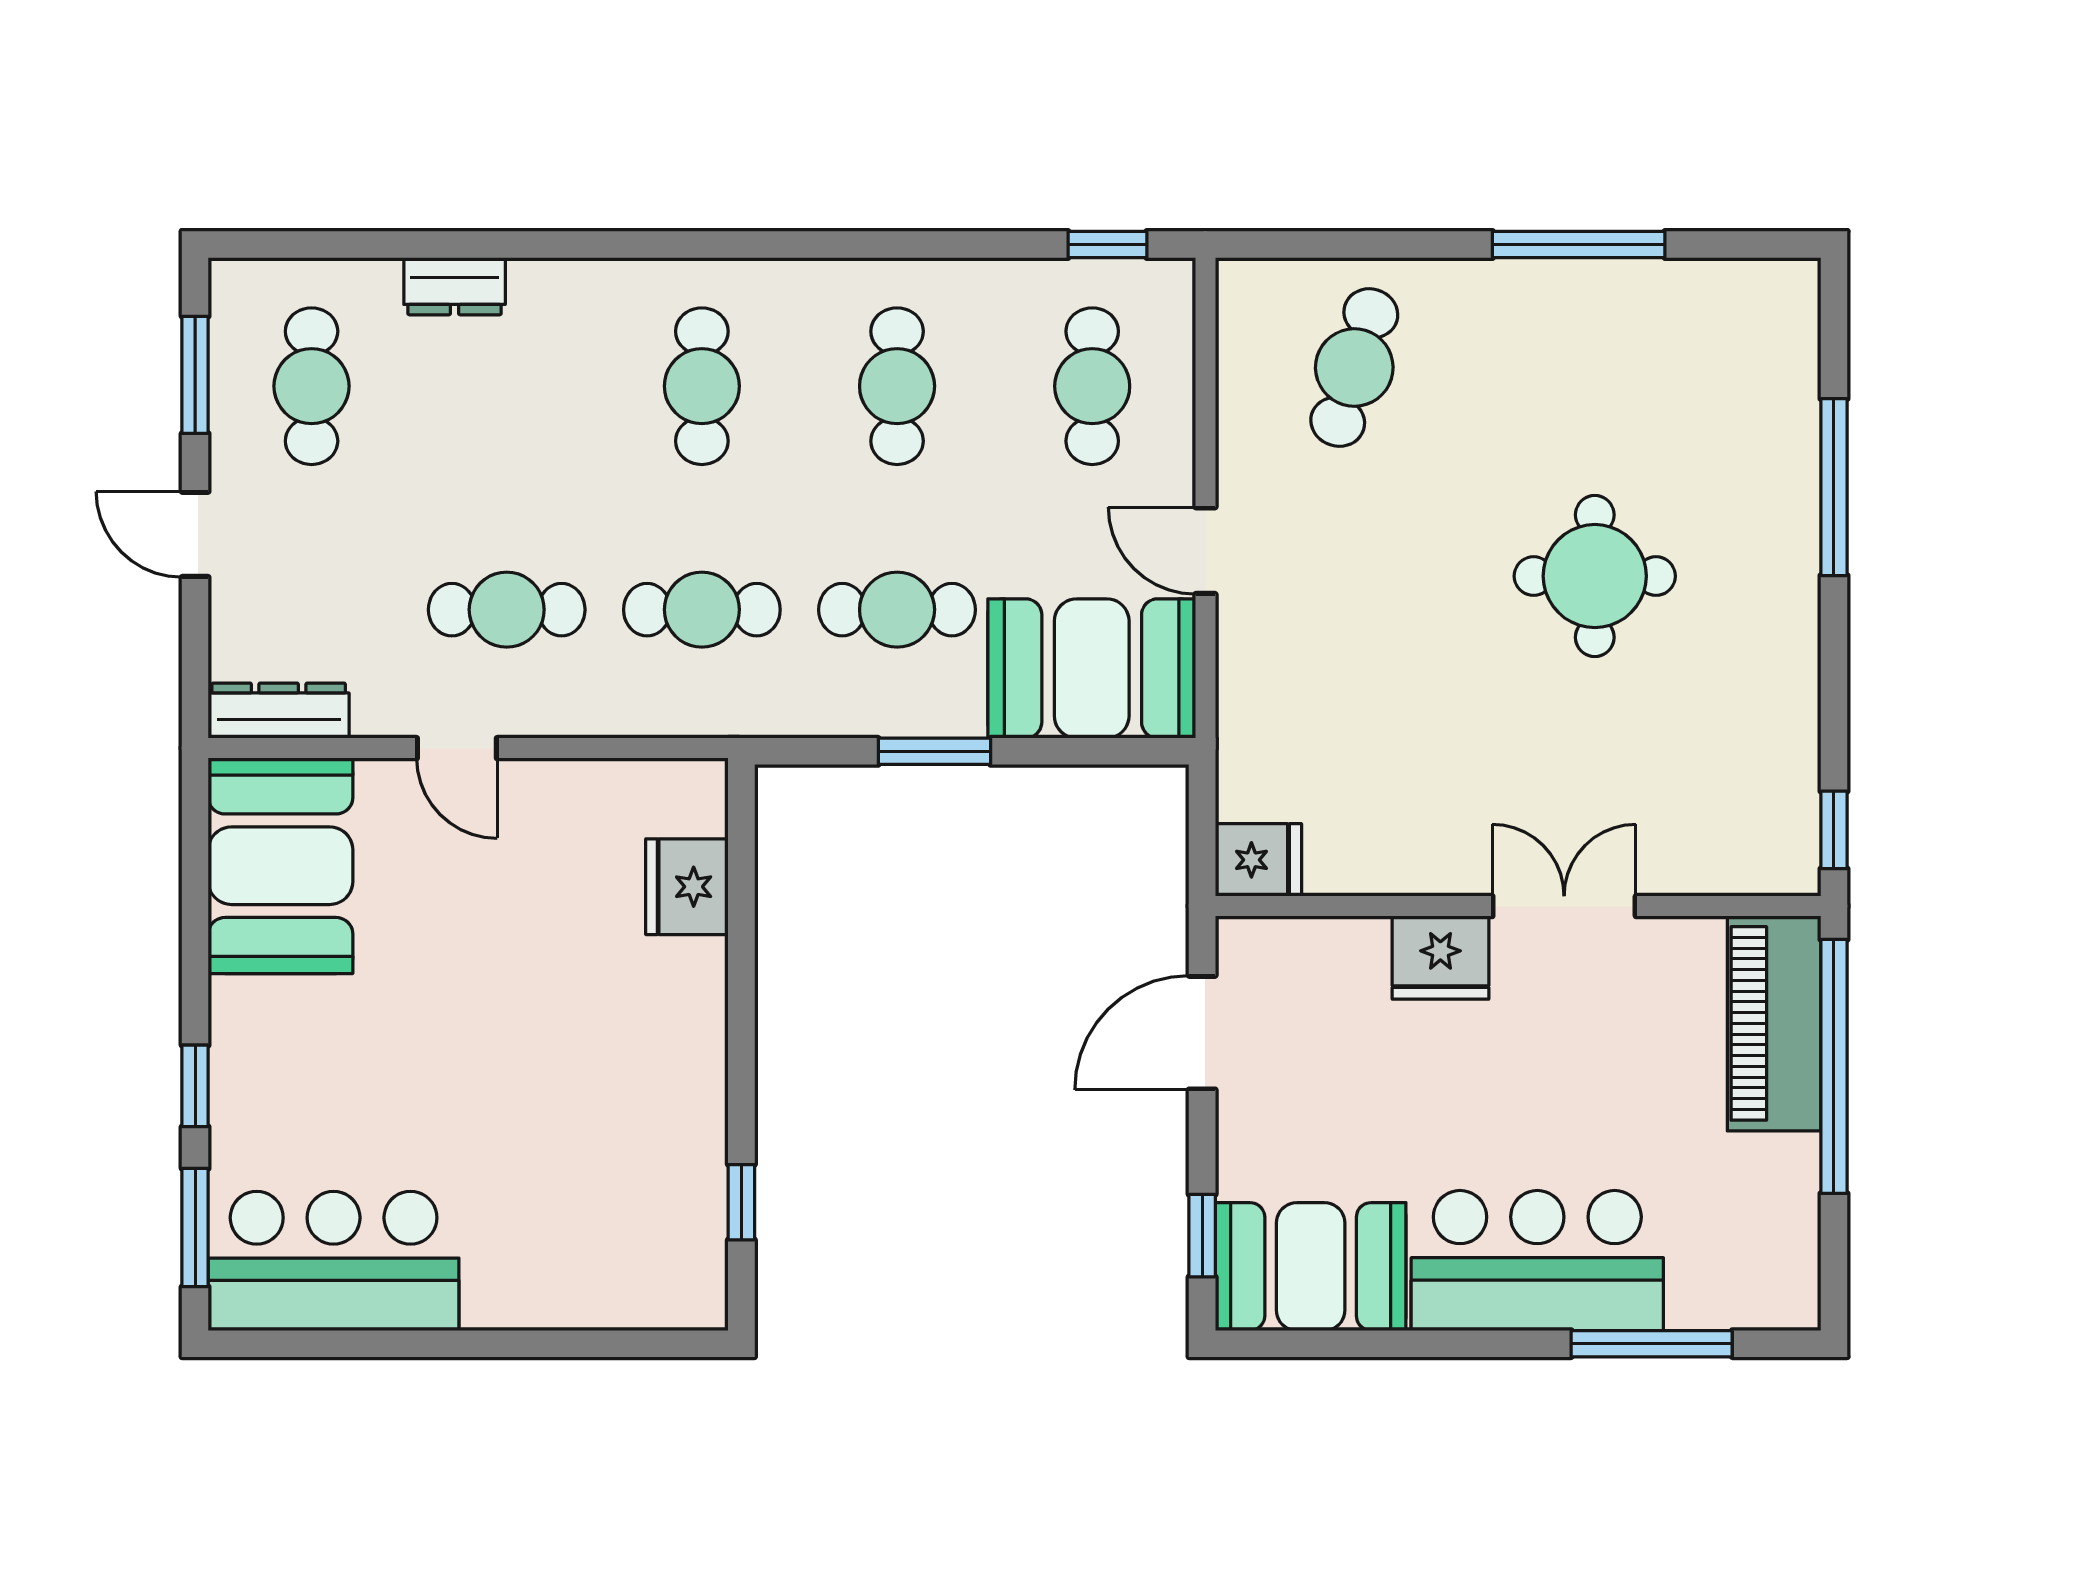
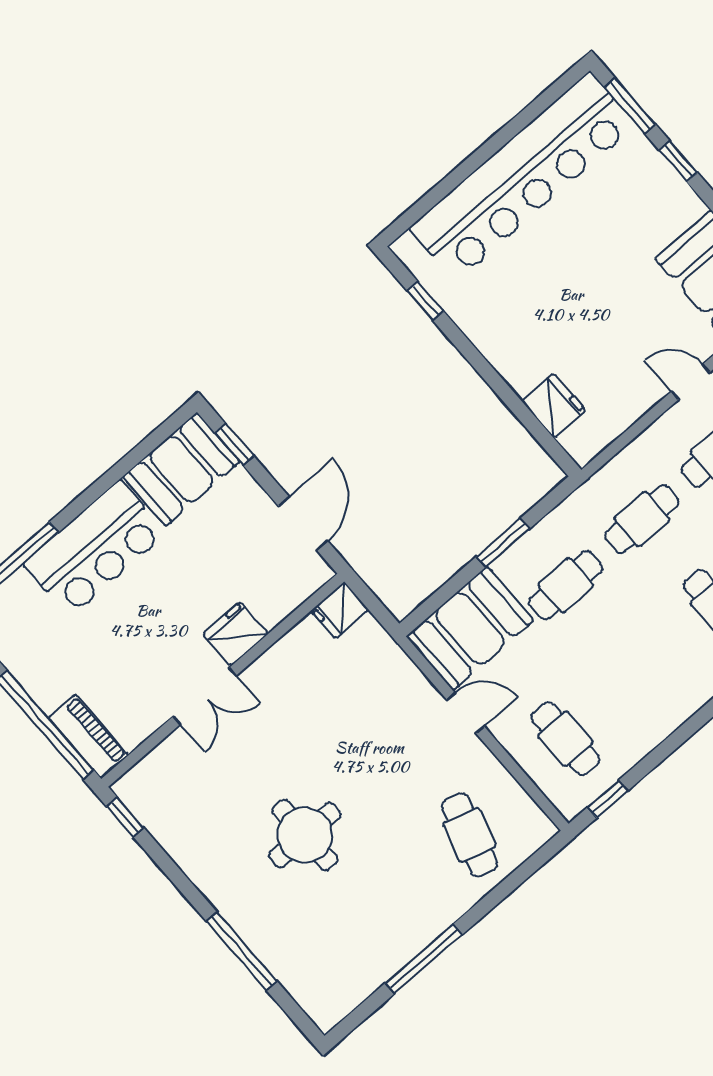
cafe table: (897, 386) -> (642, 672), removed
piano: (1774, 1023) -> (88, 736), width x0.73, depth x0.75
bar counter: (334, 1261) -> (523, 176), width x1.86

